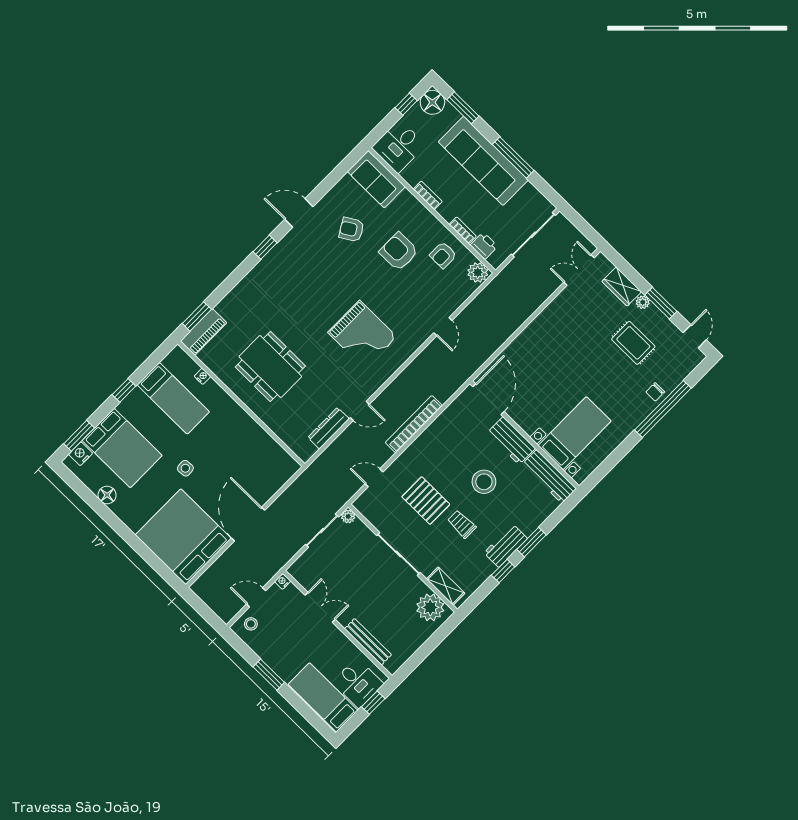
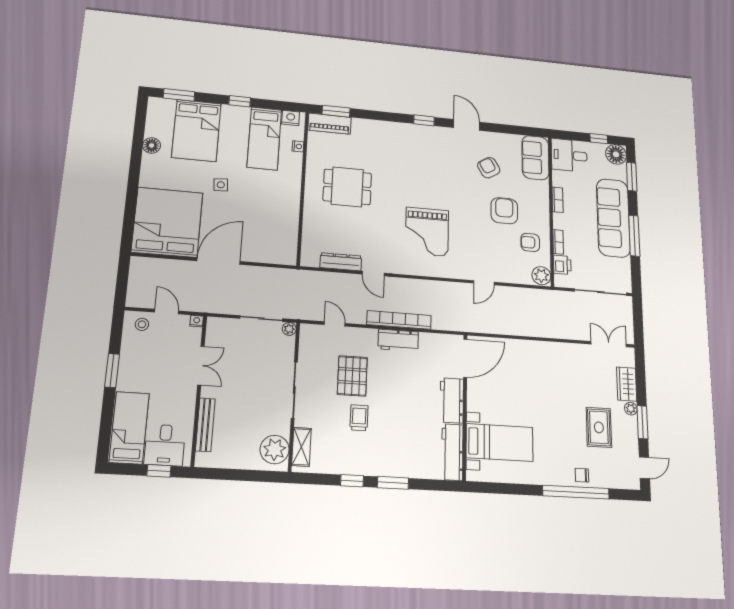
dining table: (270, 366) -> (347, 187), width x0.73
nightstand: (81, 454) -> (291, 118), moved
stool: (484, 482) -> (405, 407), removed
workbench: (506, 546) -> (398, 340), moved, turned 180

